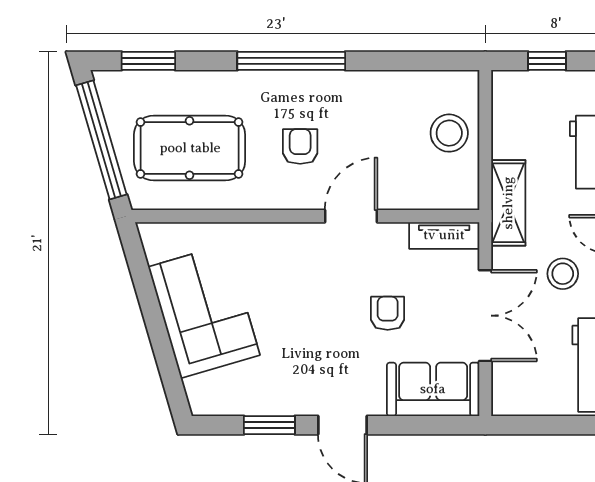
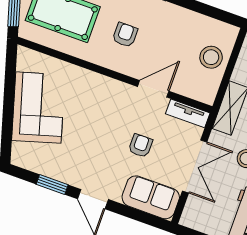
door: (351, 216) -> (153, 89), moved

